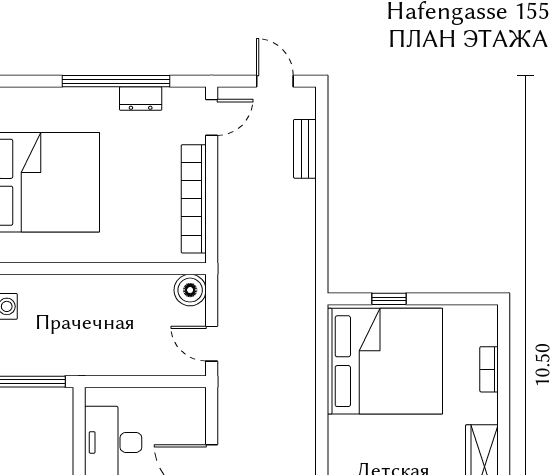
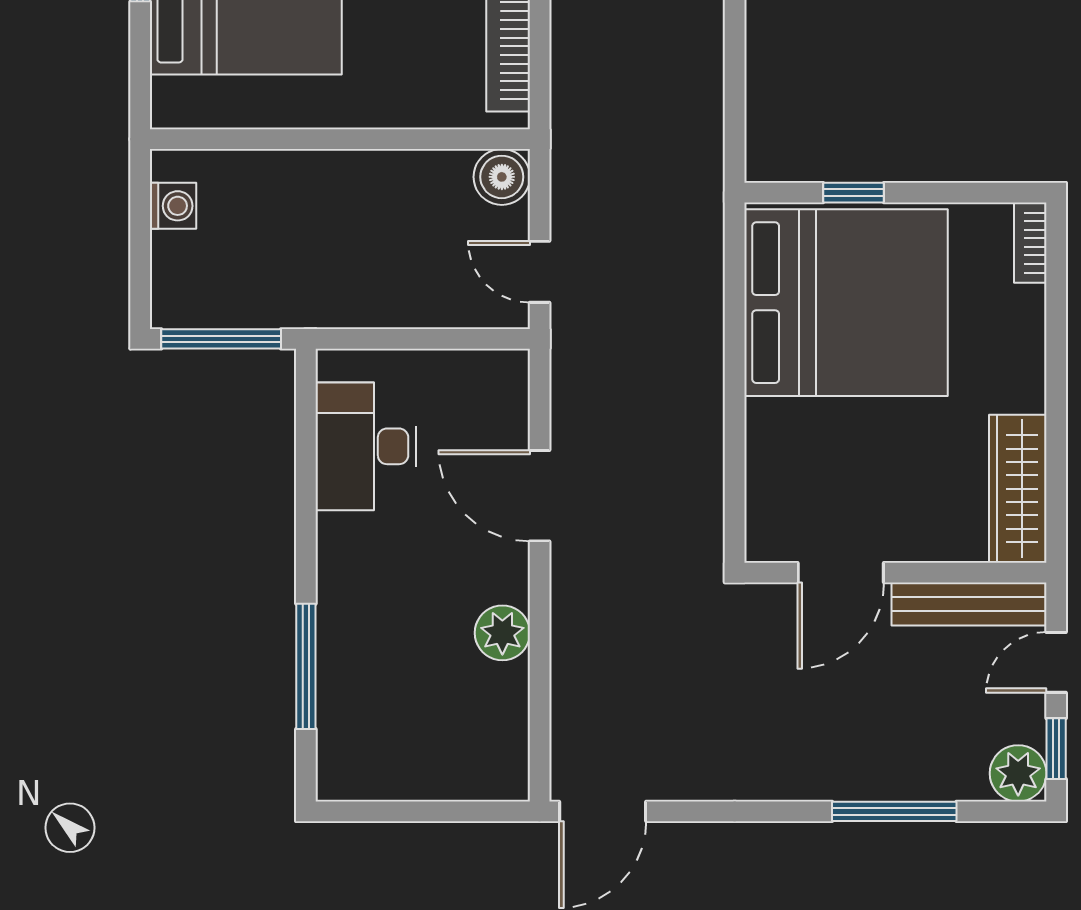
bookcase: (489, 369) -> (1030, 243), moved

